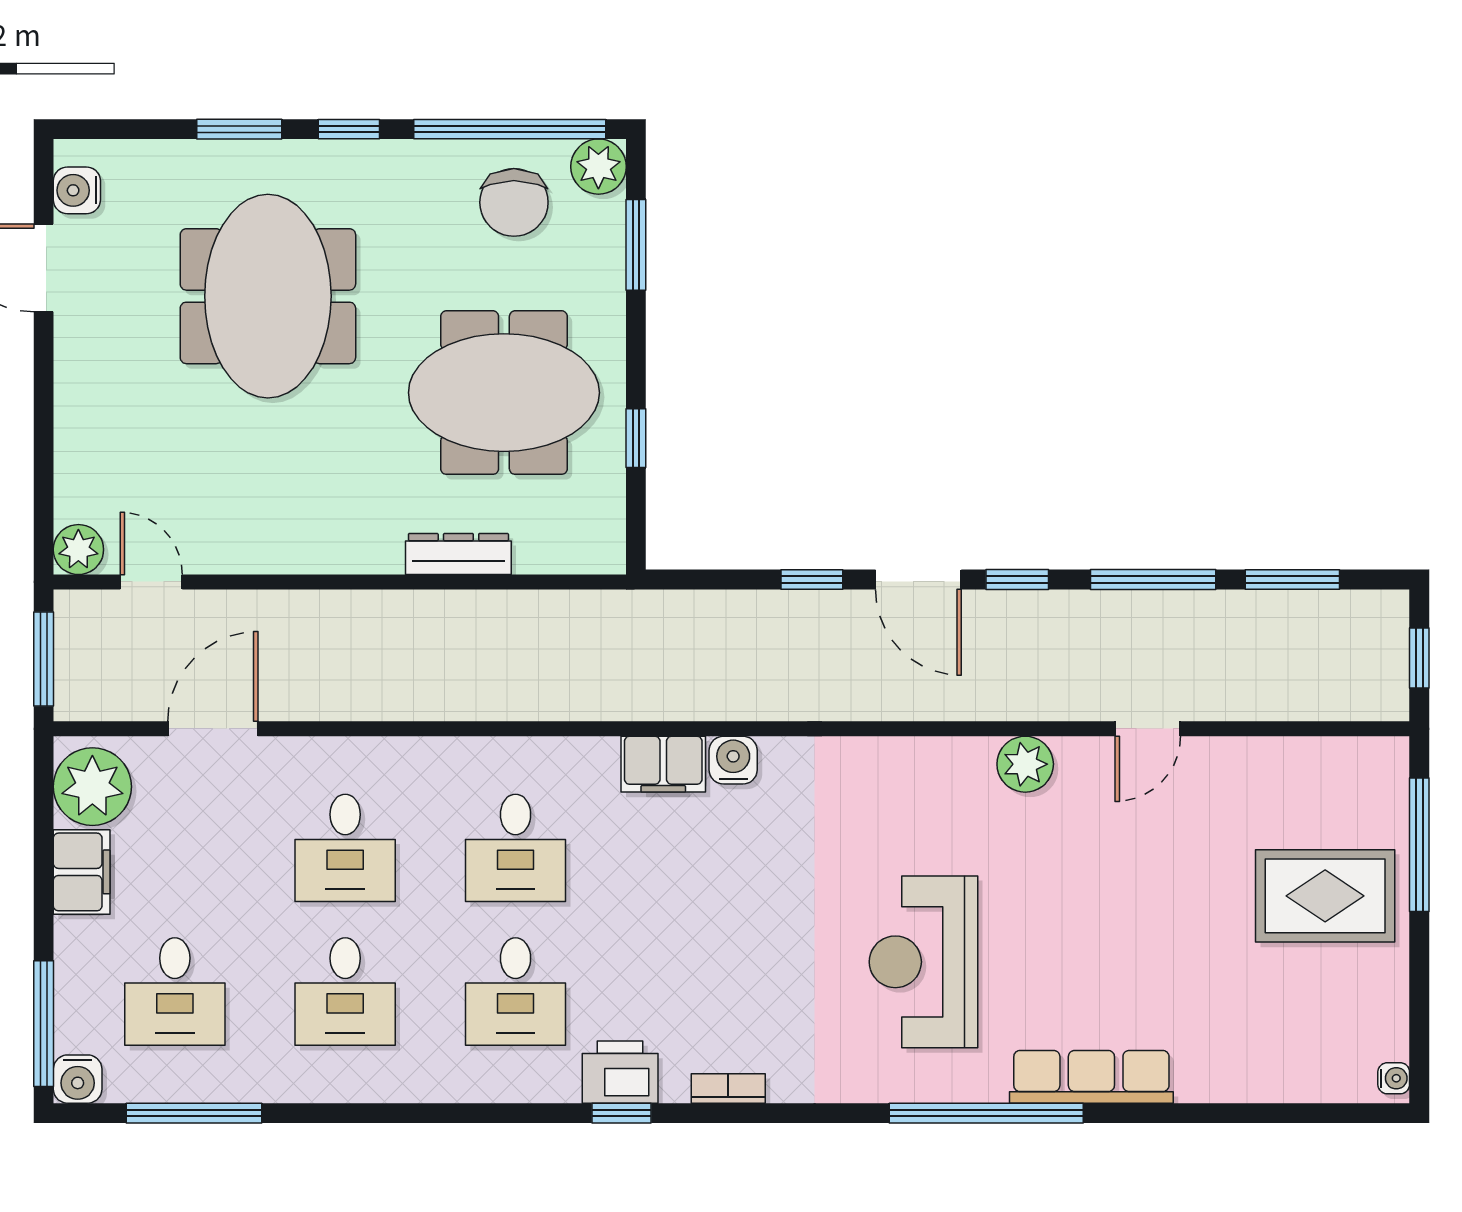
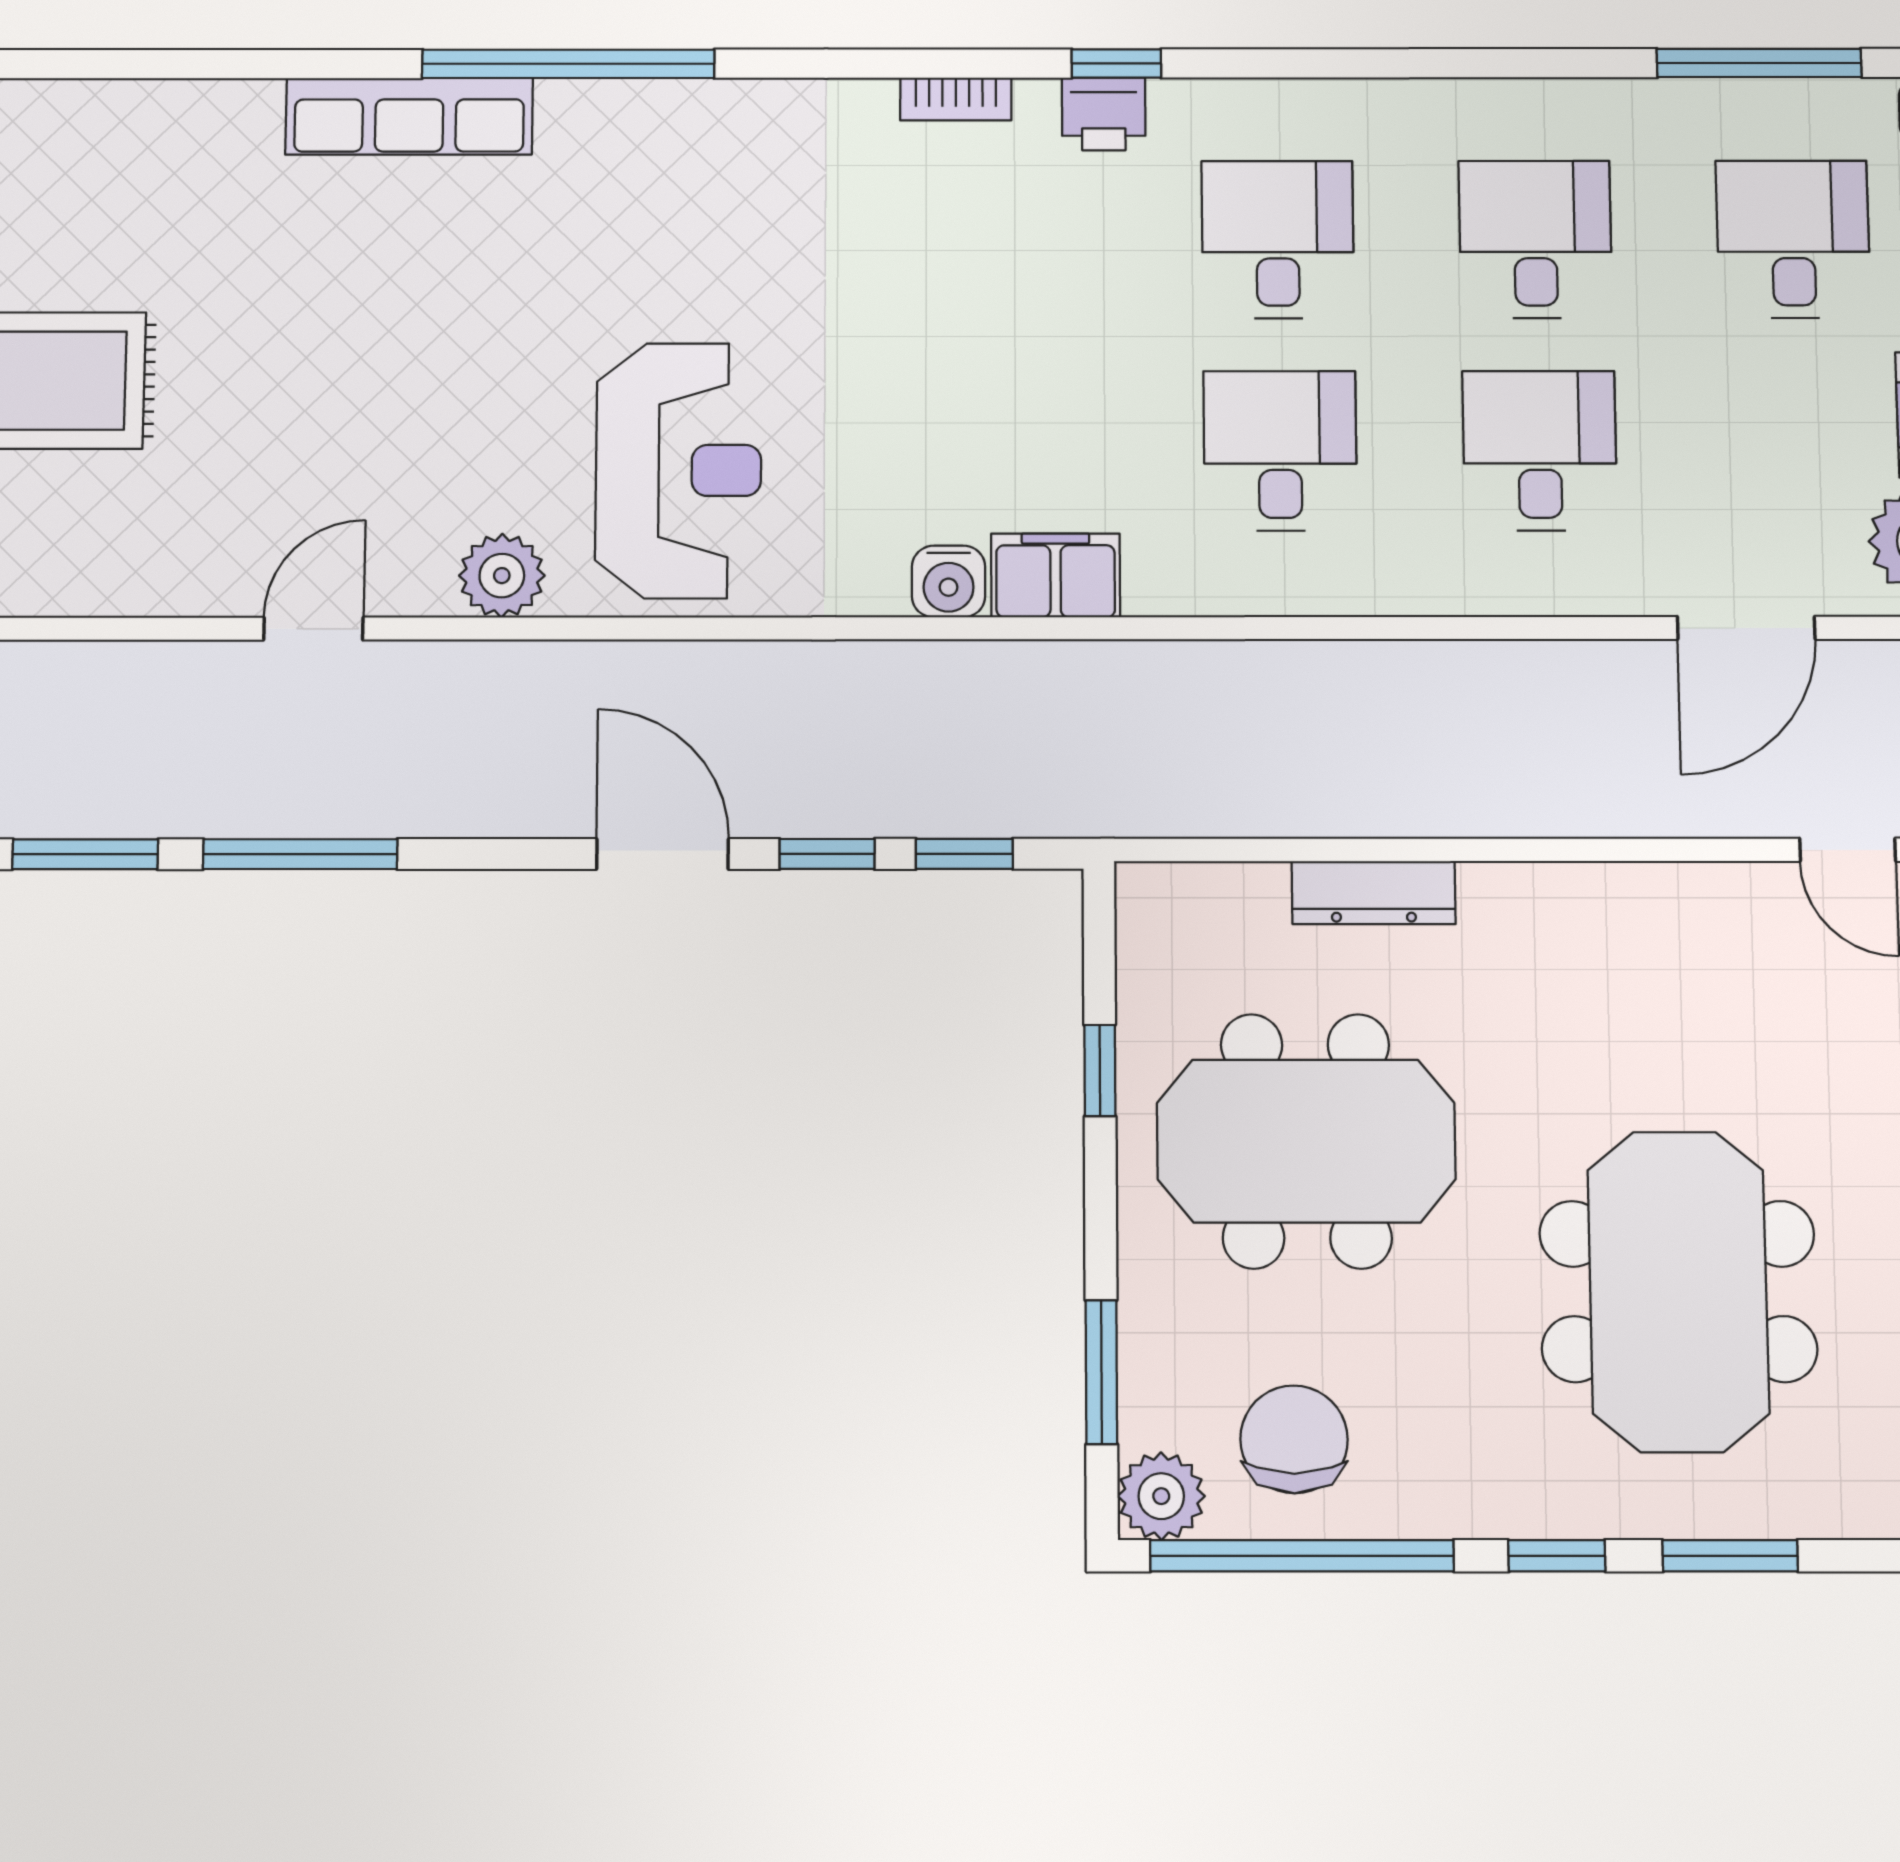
window: (1017, 579) -> (964, 854), moved
reception desk: (923, 962) -> (679, 470), moved
printer: (620, 1072) -> (1104, 114), width x0.73, depth x0.81

